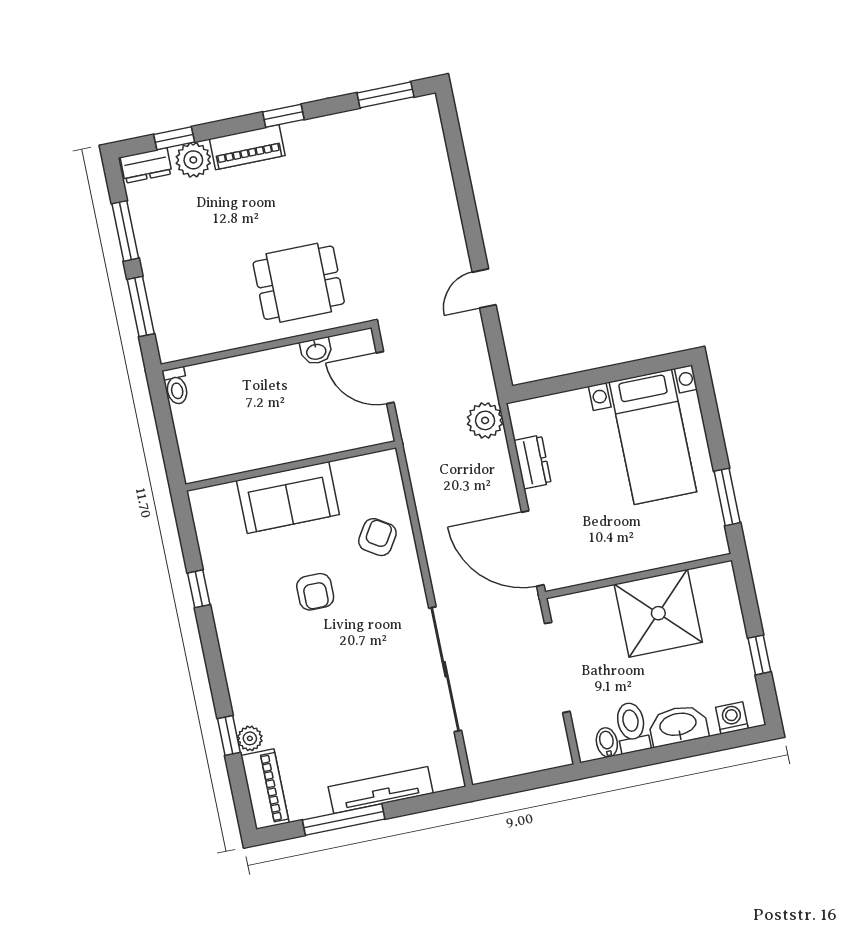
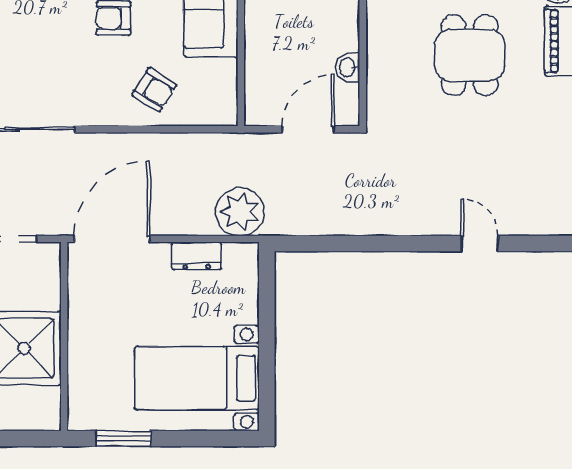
dining table: (299, 283) -> (470, 55), moved
door: (484, 288) -> (480, 244), moved
plant: (485, 420) -> (240, 212), width x1.36, depth x1.36

